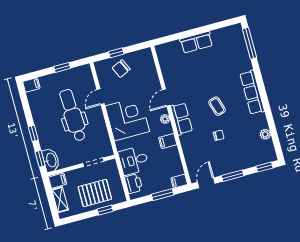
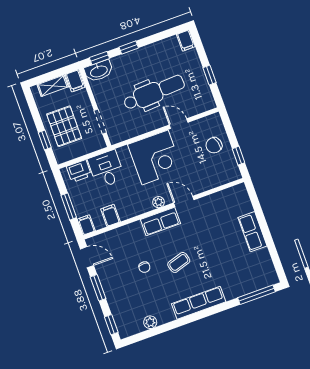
window: (116, 53) -> (238, 156), moved
chair: (121, 69) -> (214, 145), turned -80
filing cabinet: (168, 141) -> (110, 215), moved

